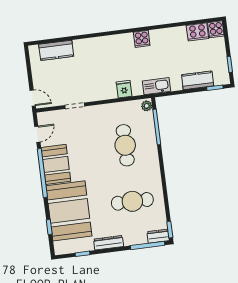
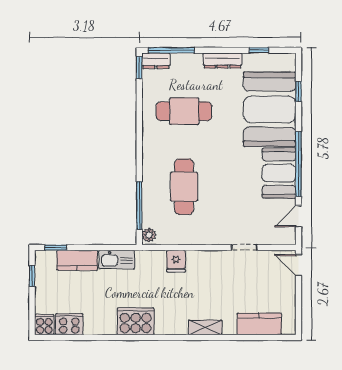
cooker: (142, 39) -> (136, 321), width x1.87, depth x1.31
shelving: (96, 43) -> (205, 327), added
kitchen sink: (157, 86) -> (117, 260), moved

